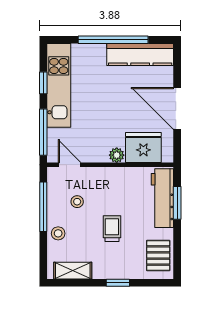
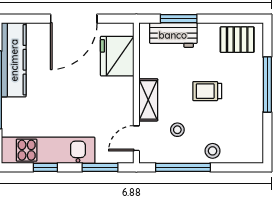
window: (43, 132) -> (100, 167), width x0.69
plant: (117, 155) -> (126, 86), removed
workbench: (162, 198) -> (173, 35), width x0.73
shelving: (73, 271) -> (148, 100), moved
window: (118, 283) -> (267, 85), width x2.17

